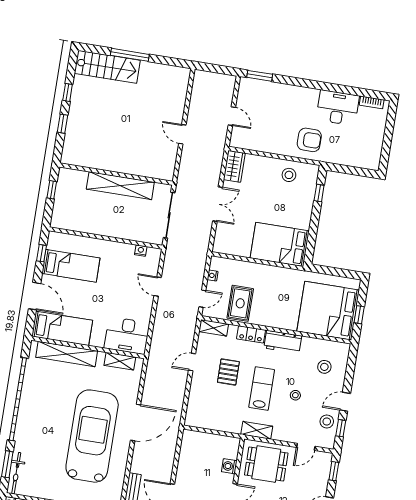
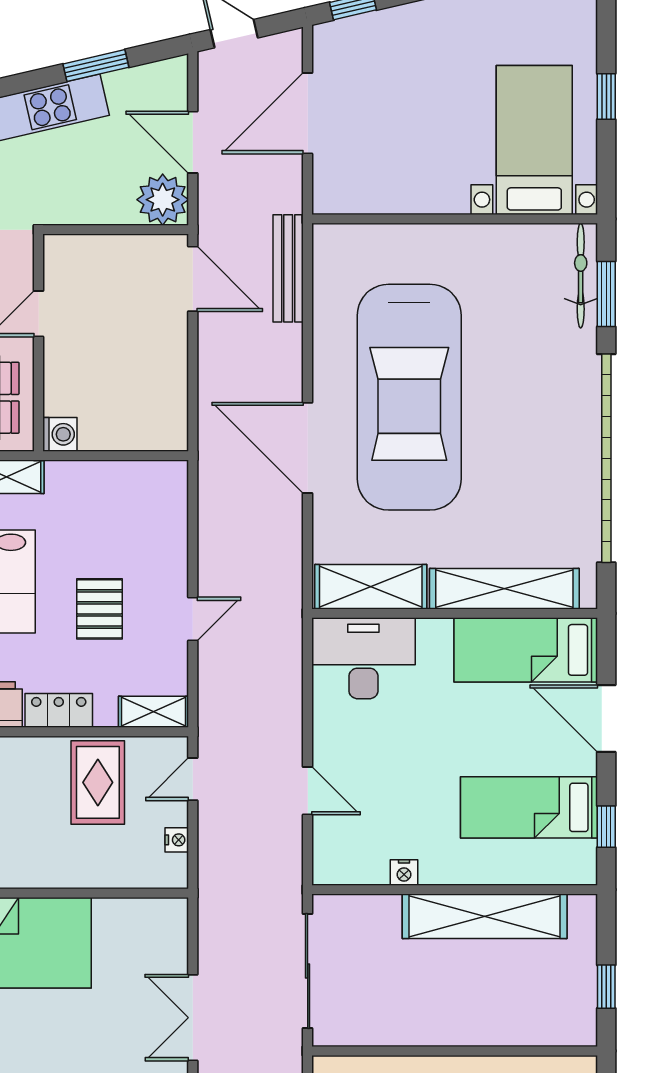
shelving: (120, 186) -> (485, 916), moved
nightstand: (141, 251) -> (404, 872), moved
shelving: (120, 361) -> (371, 587), width x1.50, depth x1.33
door: (136, 422) -> (308, 448), hinge flipped
washing machine: (229, 466) -> (60, 434), moved

